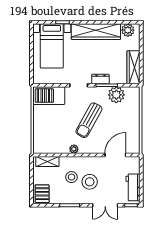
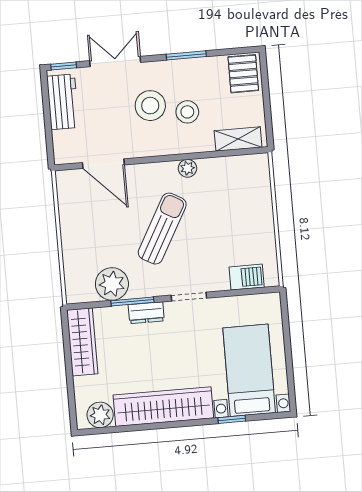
barbecue: (49, 96) -> (247, 277), width x0.53, depth x0.65
door: (115, 155) -> (103, 164), hinge flipped

